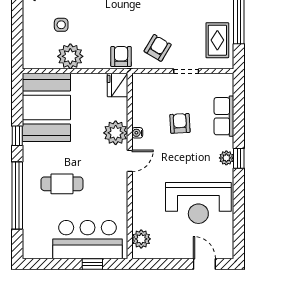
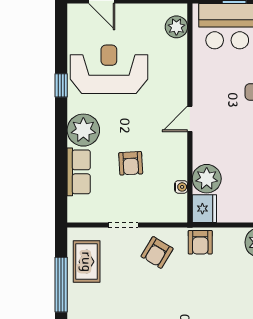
plant: (116, 133) -> (207, 179), moved
water cooler: (137, 133) -> (181, 187), moved
plant: (226, 158) -> (83, 130), width x1.88, depth x1.88
window: (239, 158) -> (61, 85), moved

